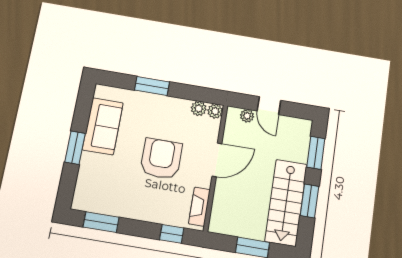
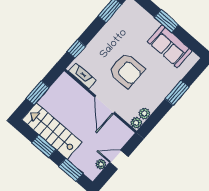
plant: (247, 116) -> (101, 164), moved

